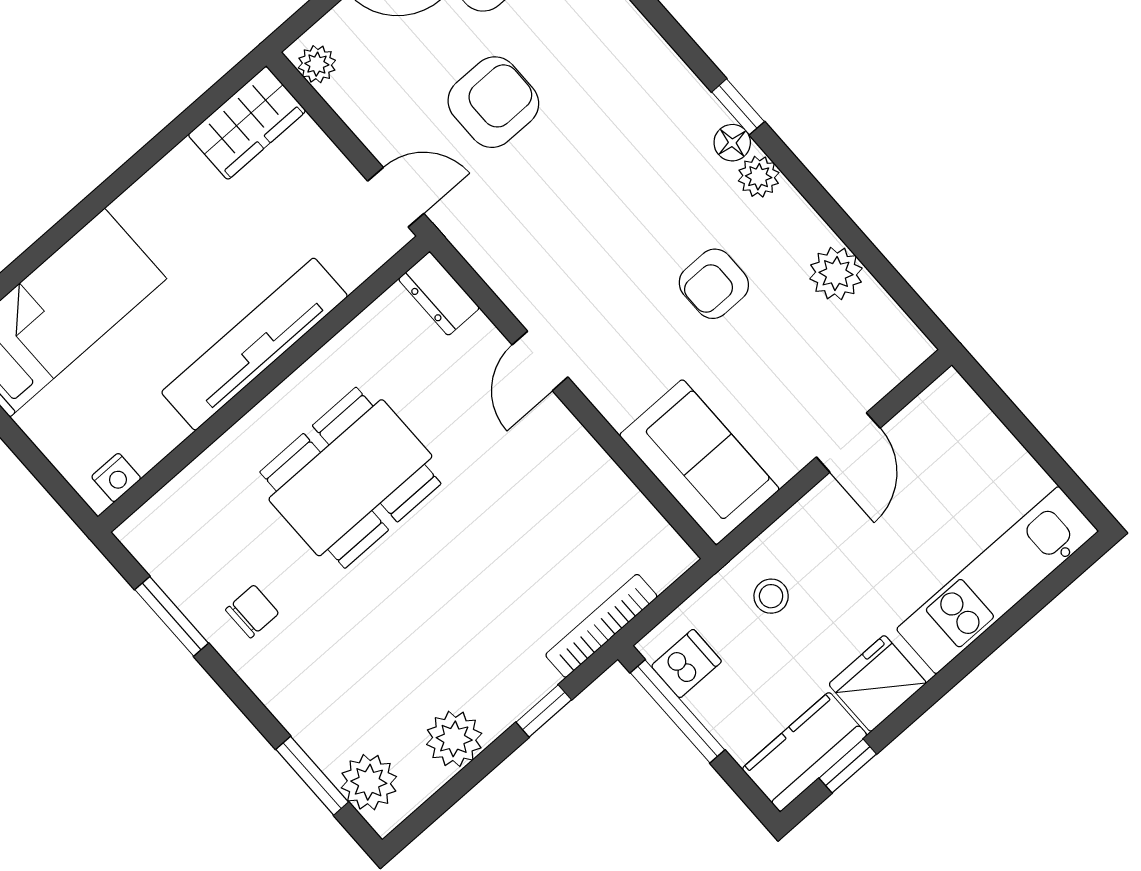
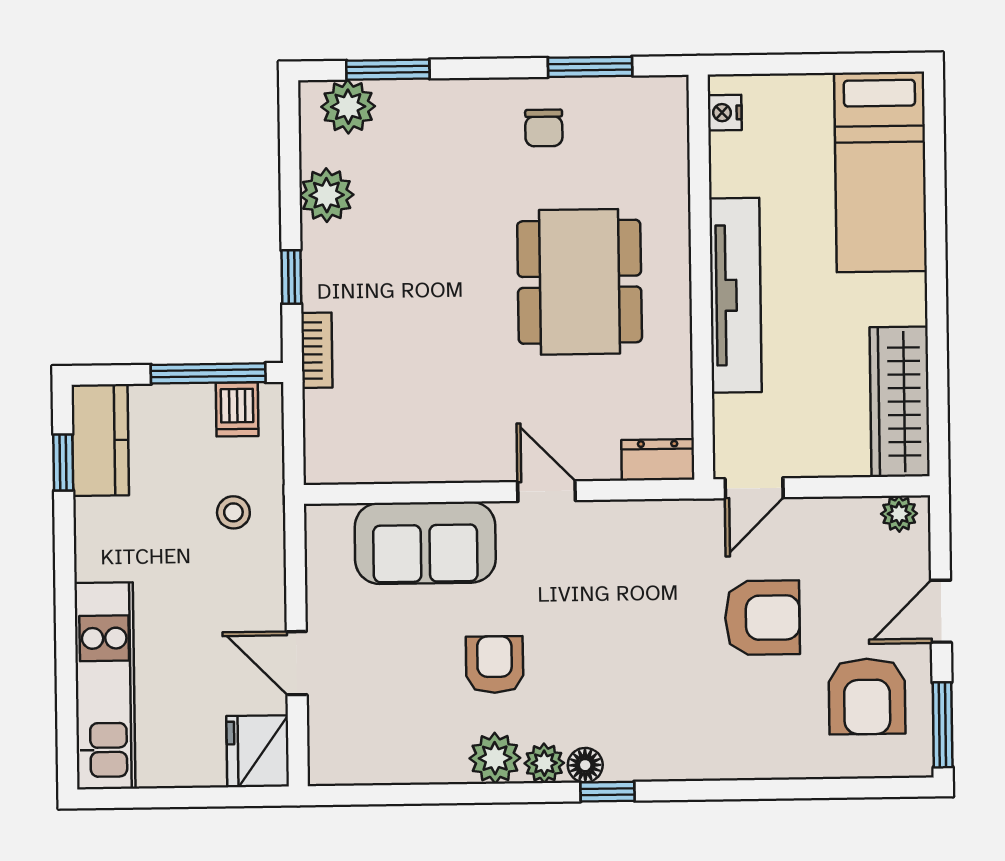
armchair: (493, 102) -> (762, 618), turned -90
wardrobe: (247, 123) -> (900, 402), width x1.50
plant: (836, 274) -> (495, 758), moved
sofa: (699, 462) -> (425, 543), moved
bookcase: (601, 626) -> (317, 350), width x0.64
fridge: (878, 683) -> (258, 751), moved, turned 180

